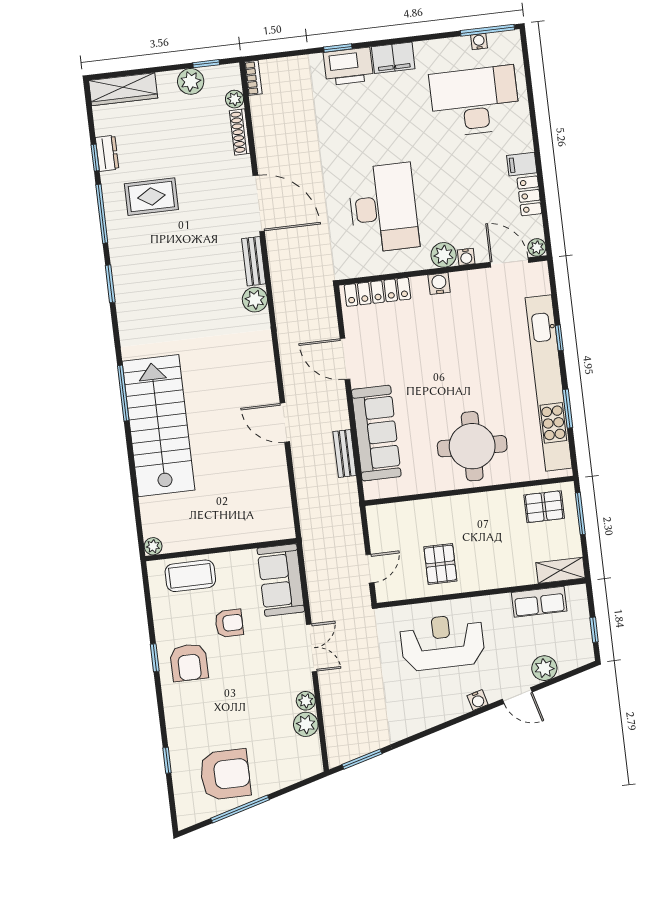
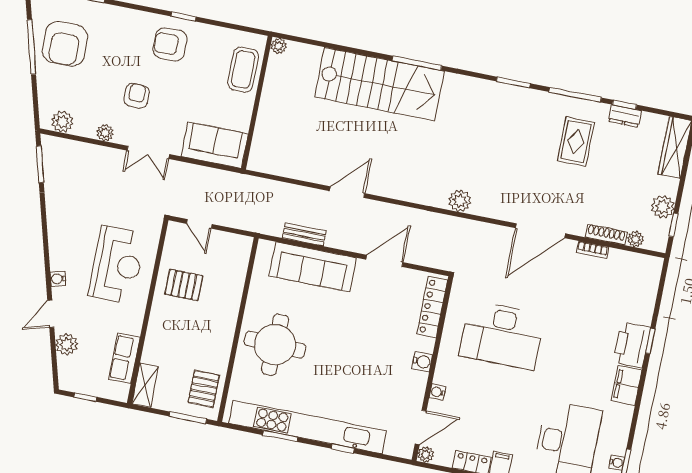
bookcase: (253, 78) -> (592, 250), moved
plant: (444, 255) -> (445, 373), removed
bench: (254, 261) -> (493, 210), removed
armchair: (229, 623) -> (137, 96), moved, turned 180
plant: (306, 724) -> (62, 122), moved

